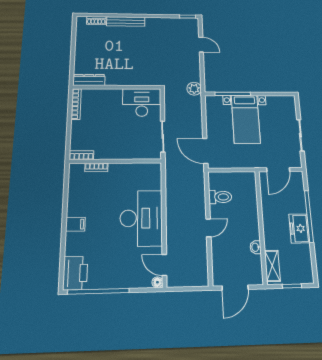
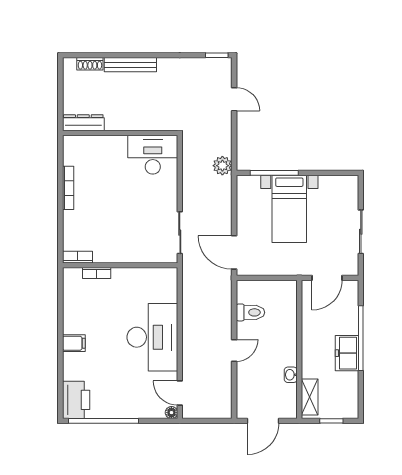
dresser: (89, 80) -> (83, 123), moved
wall: (117, 87) -> (120, 133), moved
desk: (142, 102) -> (153, 155), moved

